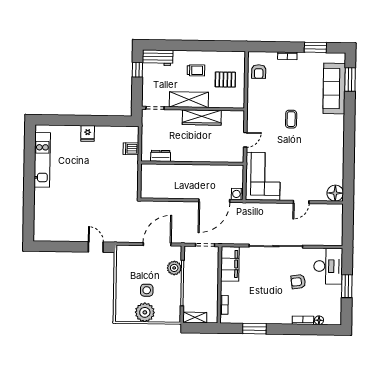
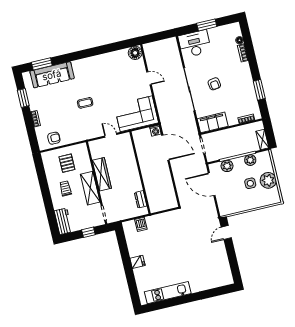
window: (137, 70) -> (88, 232), moved
armchair: (298, 282) -> (214, 84), moved
plant: (174, 297) -> (250, 160), added

